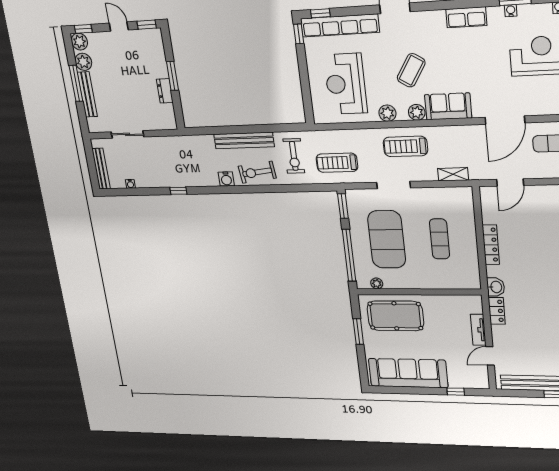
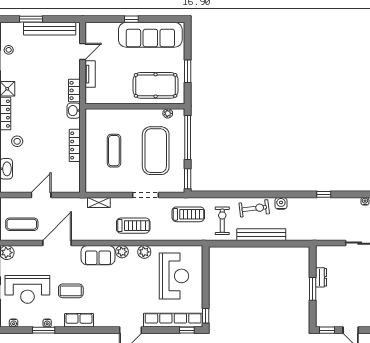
coffee table: (411, 70) -> (71, 291), moved, turned 58
door: (510, 182) -> (41, 195), moved
window: (456, 392) -> (131, 19), moved

